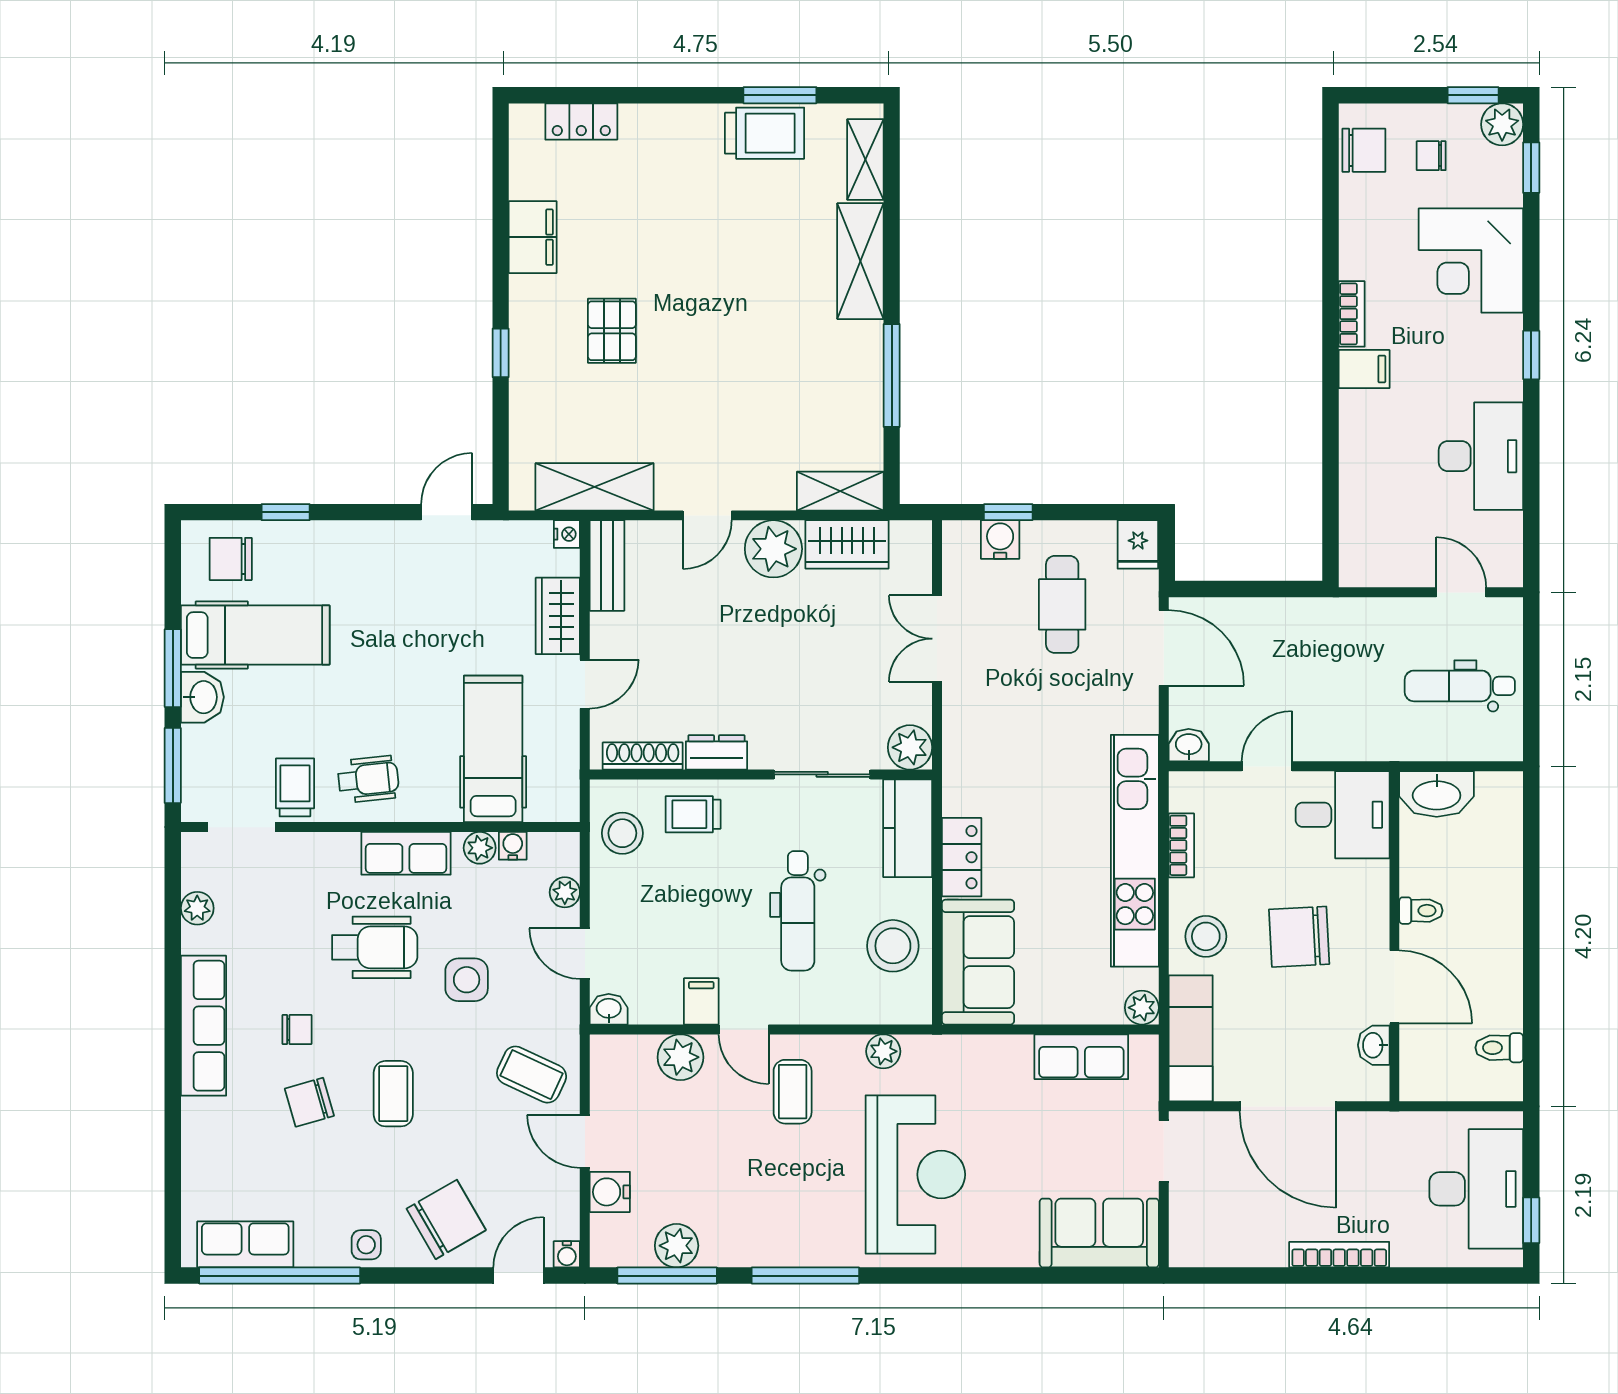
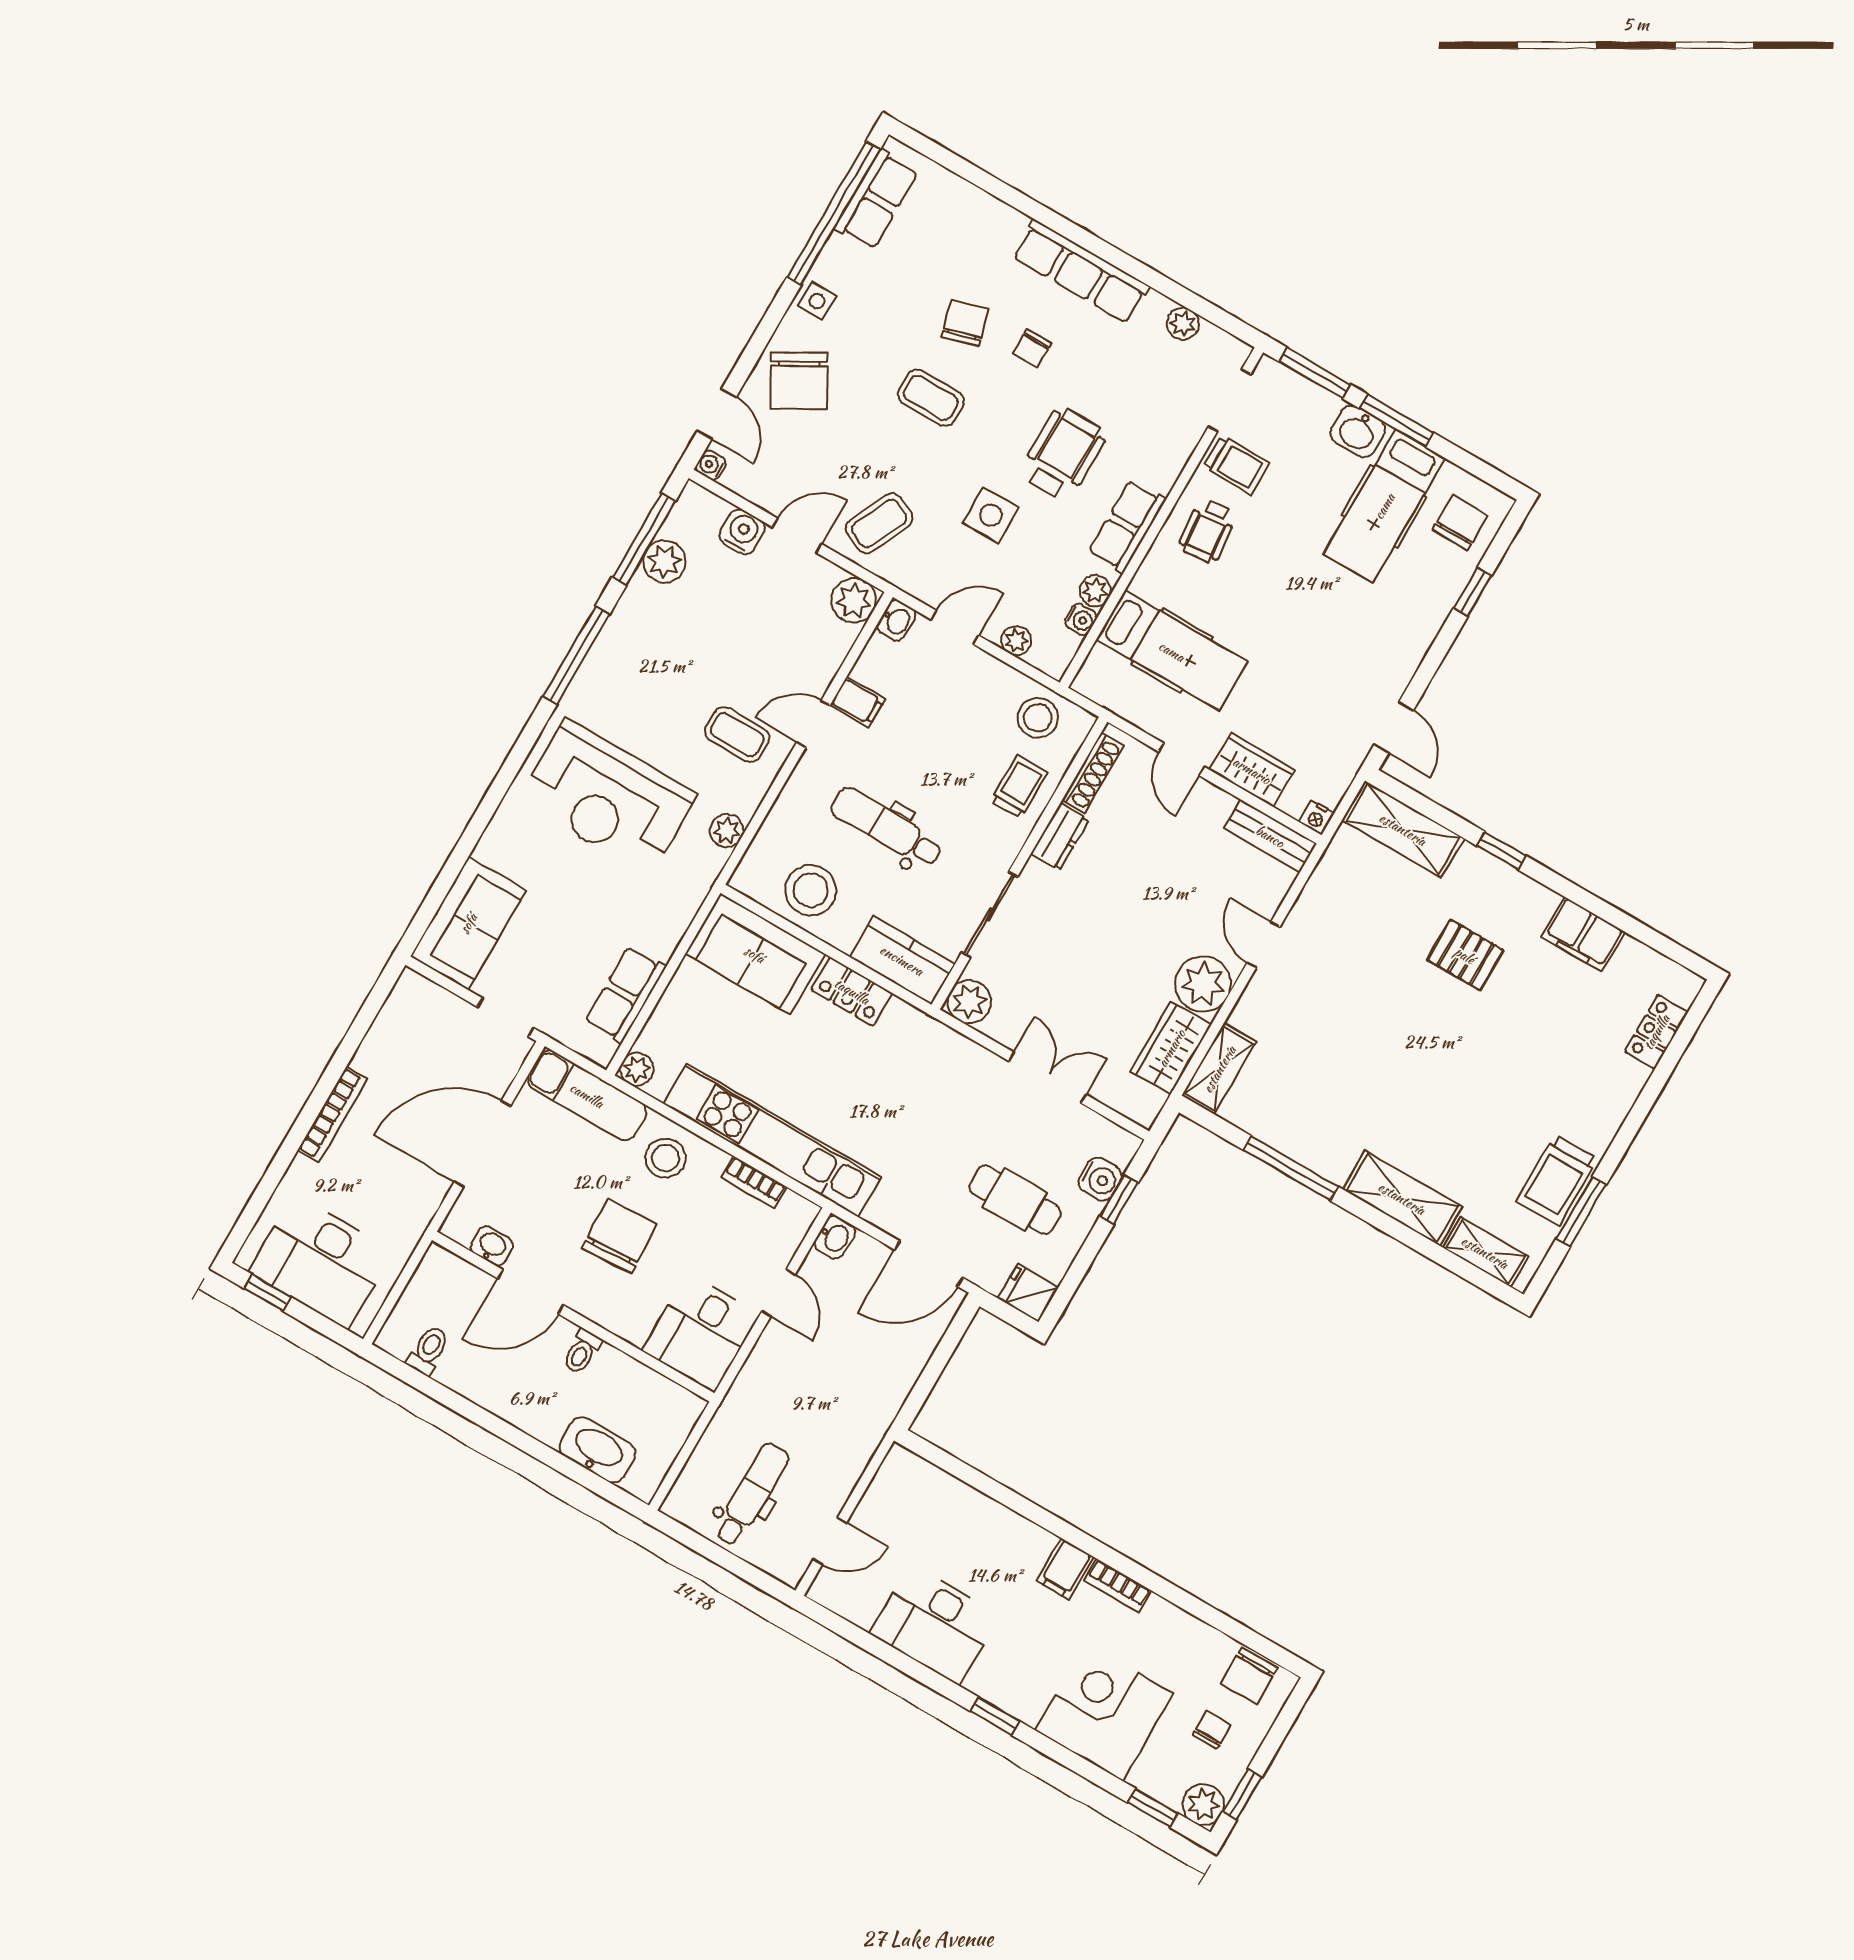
shelving: (595, 487) -> (1403, 829), moved, turned 90
washbasin: (1437, 794) -> (598, 1450), moved, turned 90
wheelchair: (375, 947) -> (1063, 454), turned 180
plant: (680, 1057) -> (854, 600), moved

